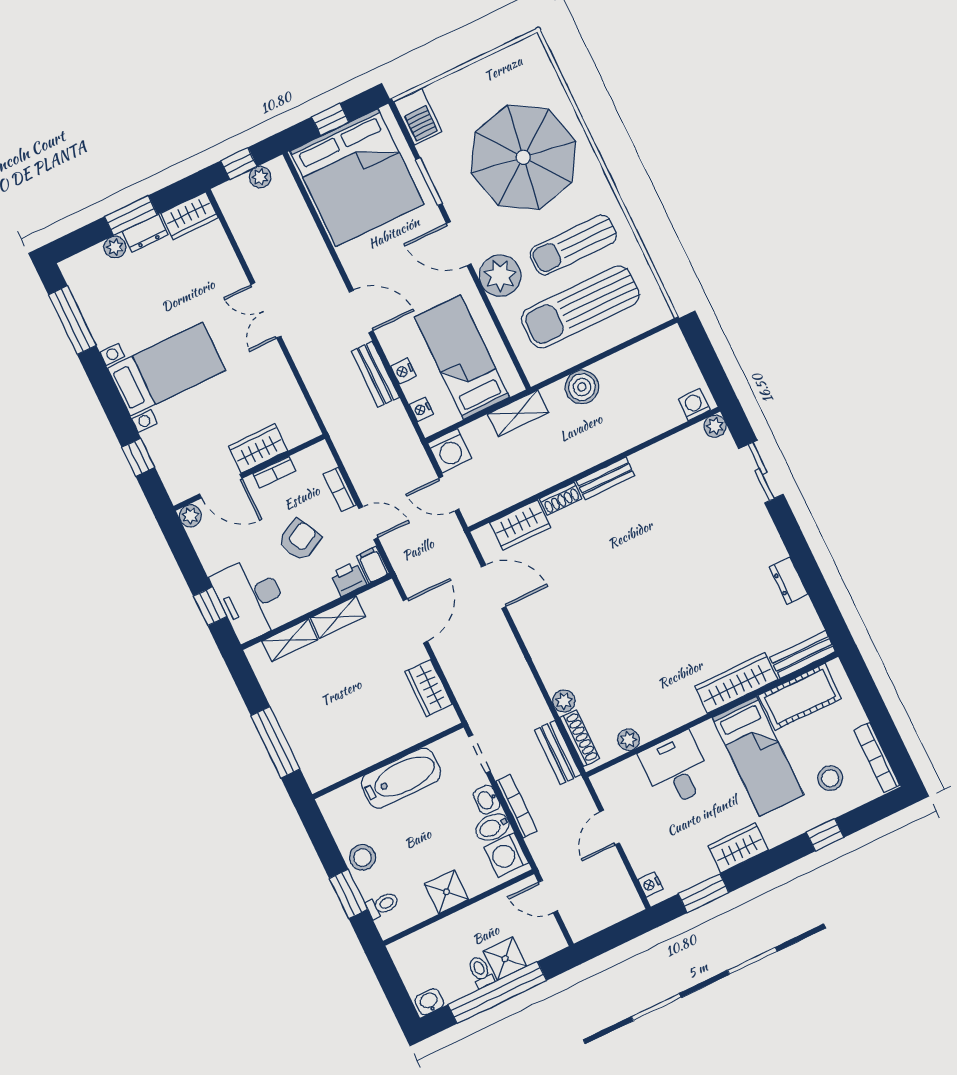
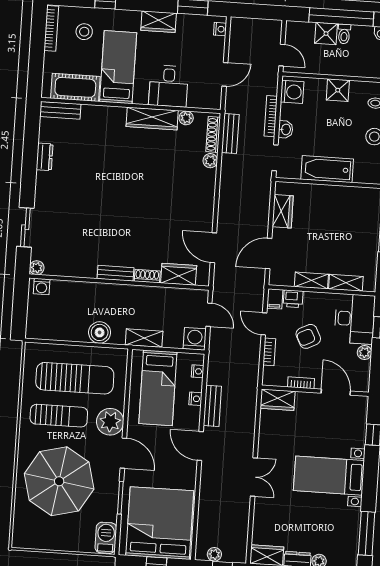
wardrobe: (258, 449) -> (278, 400), moved
plant: (190, 516) -> (364, 353), moved
wardrobe: (736, 683) -> (152, 119), moved
bidet: (492, 827) -> (291, 112), removed

